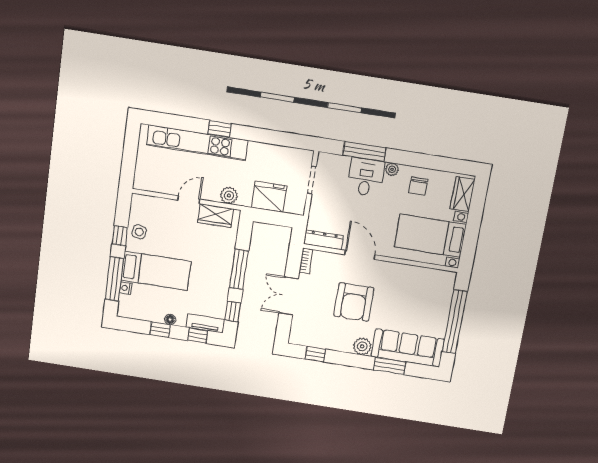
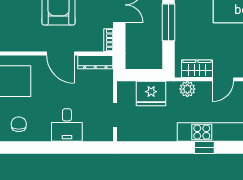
window: (364, 152) -> (72, 147), removed
plant: (392, 169) -> (45, 136), removed

